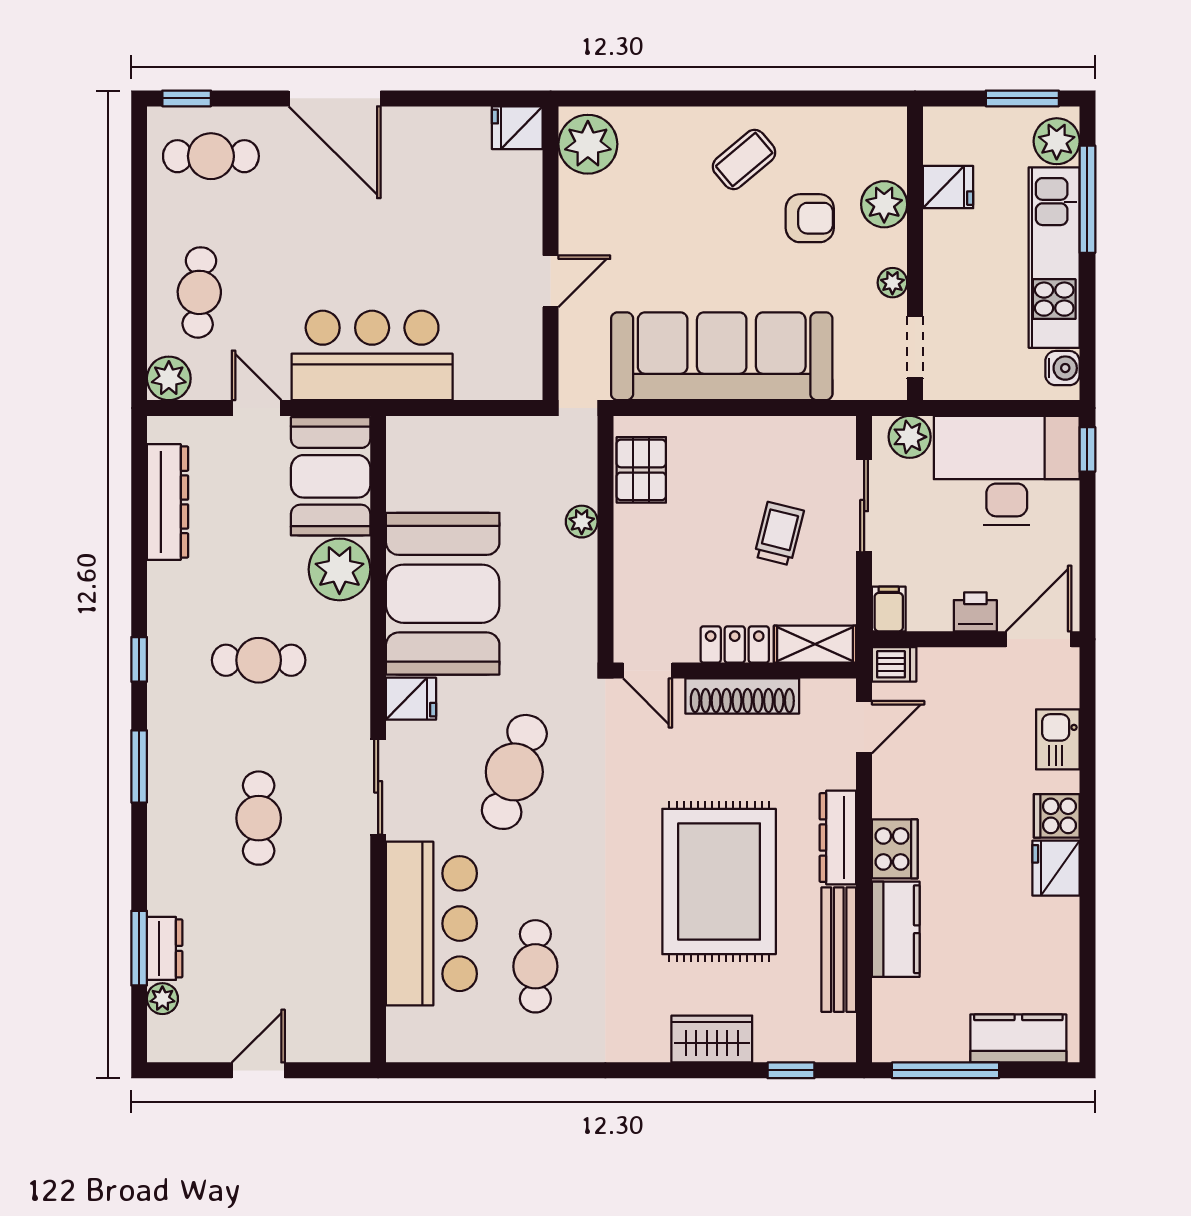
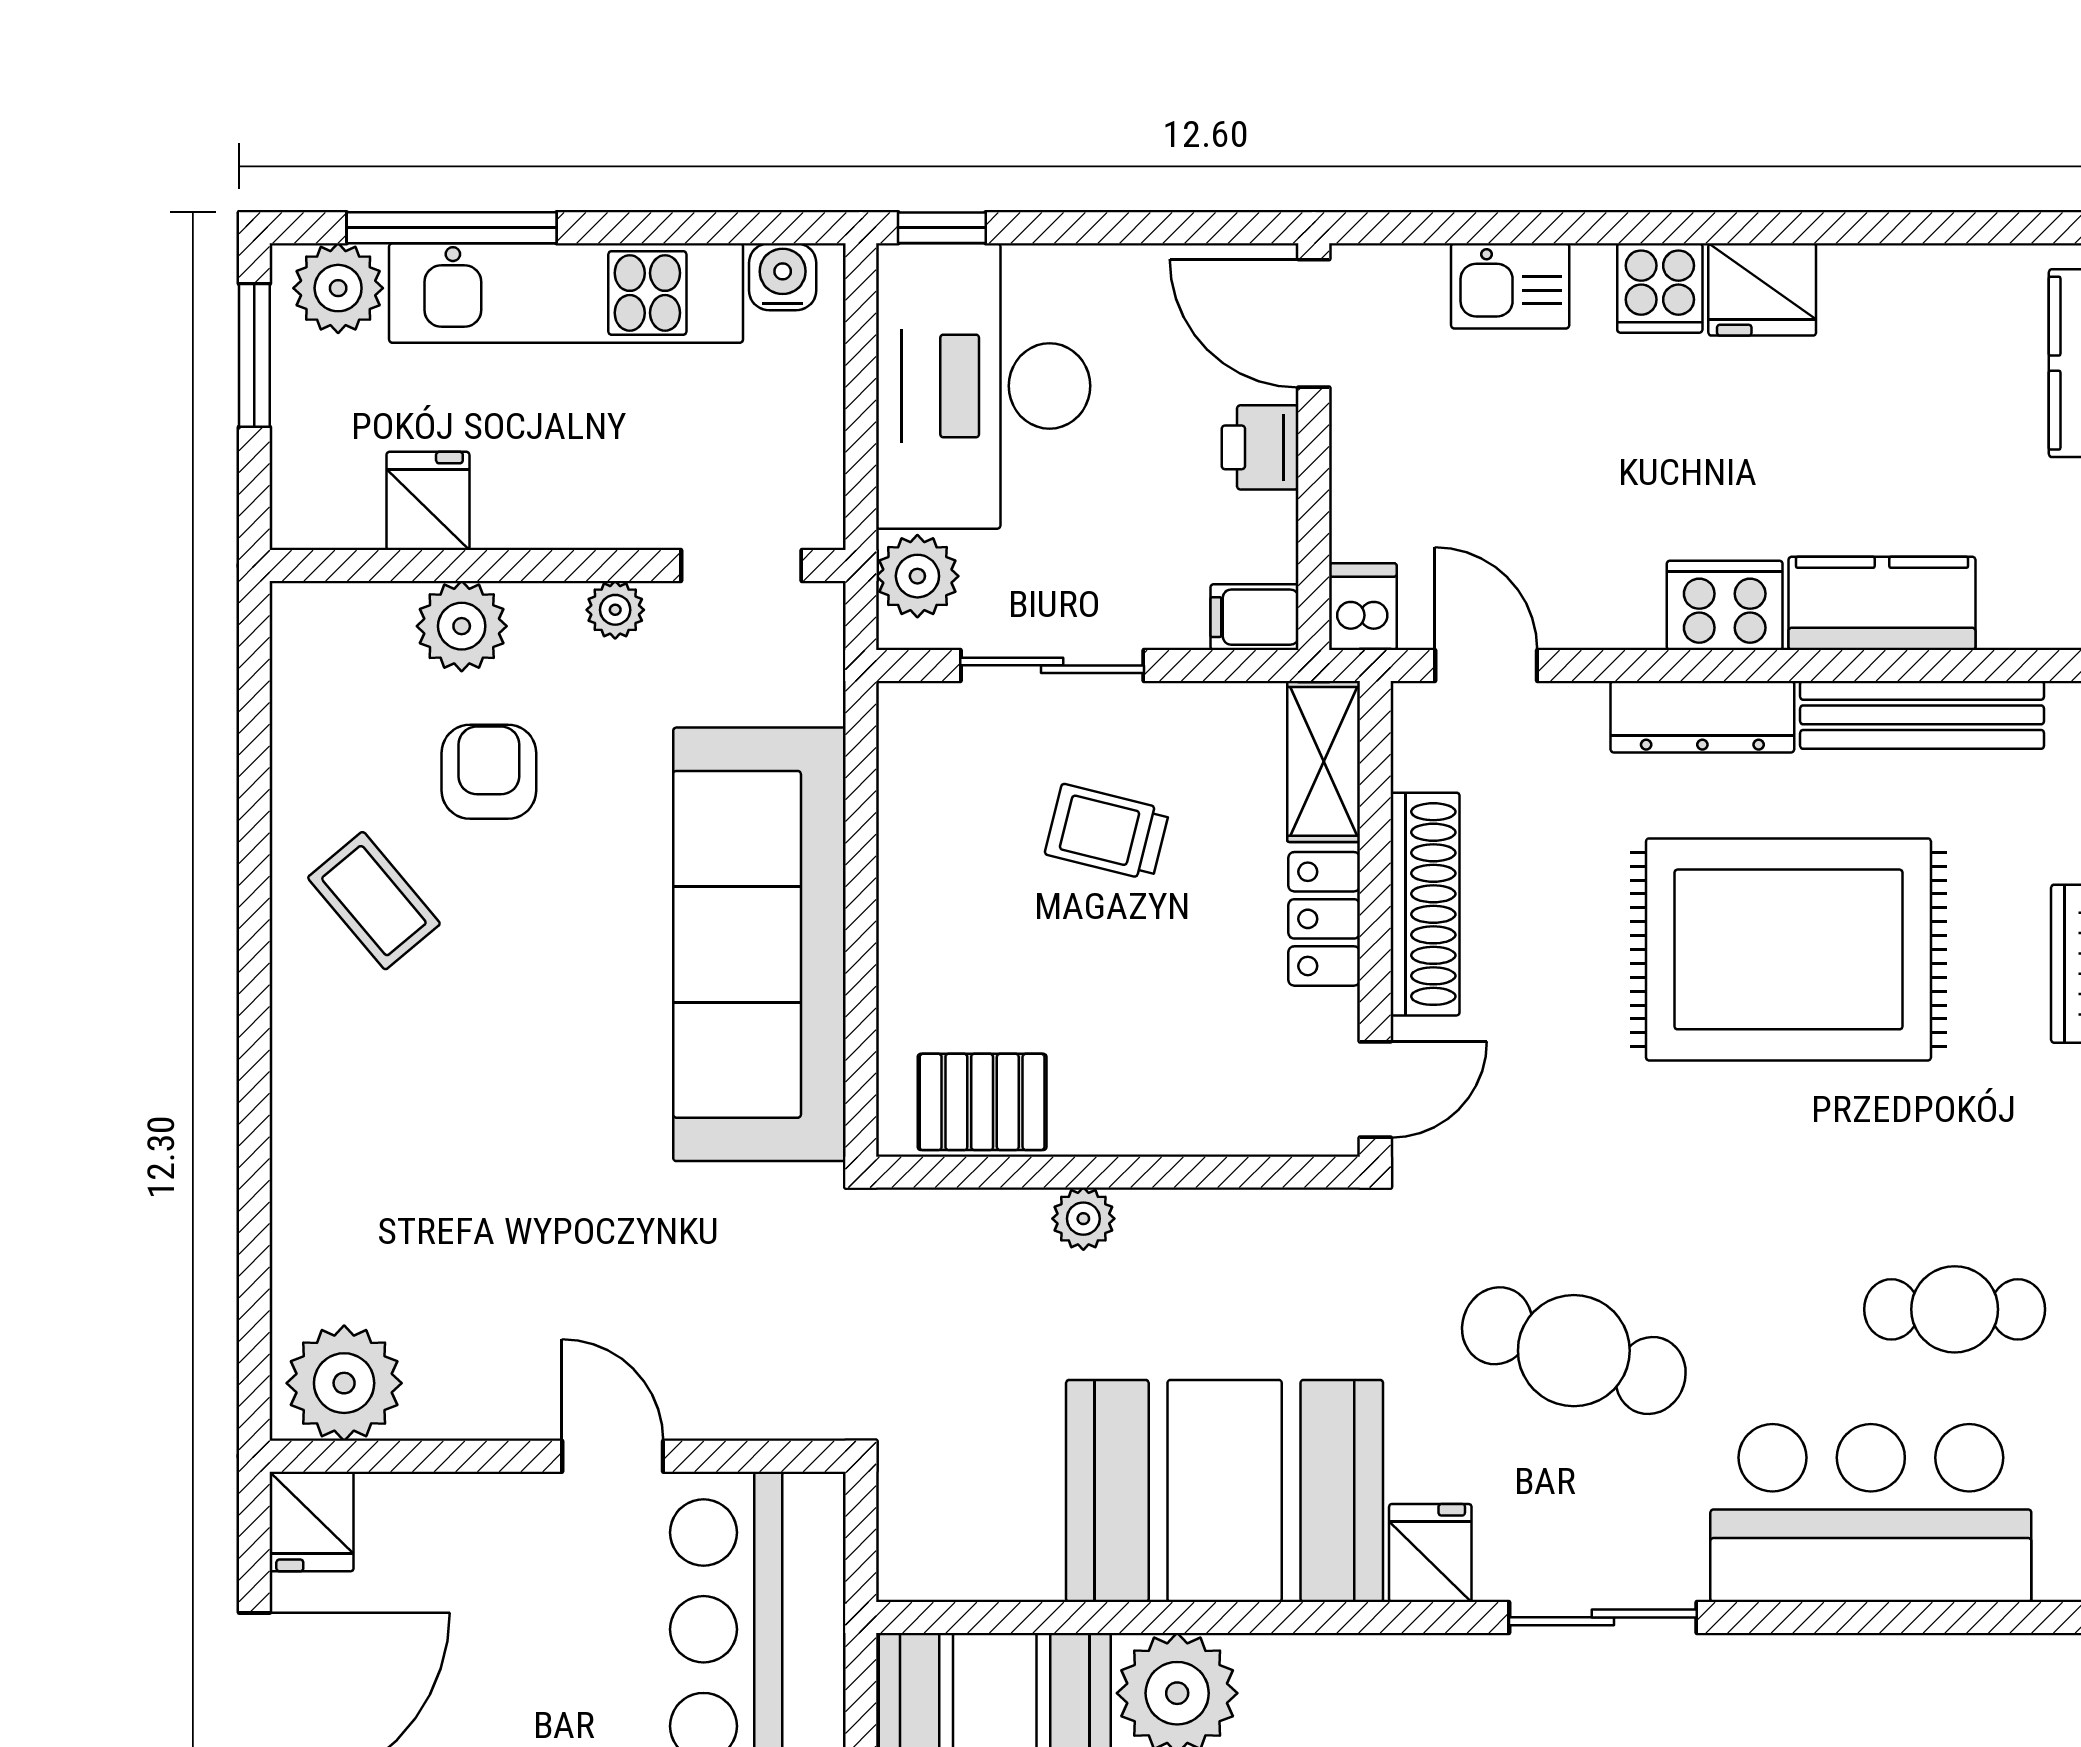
fridge: (517, 128) -> (312, 1521), moved
plant: (588, 144) -> (344, 1383), moved
wall: (551, 253) -> (558, 1456), moved
door: (551, 281) -> (613, 1456), moved

